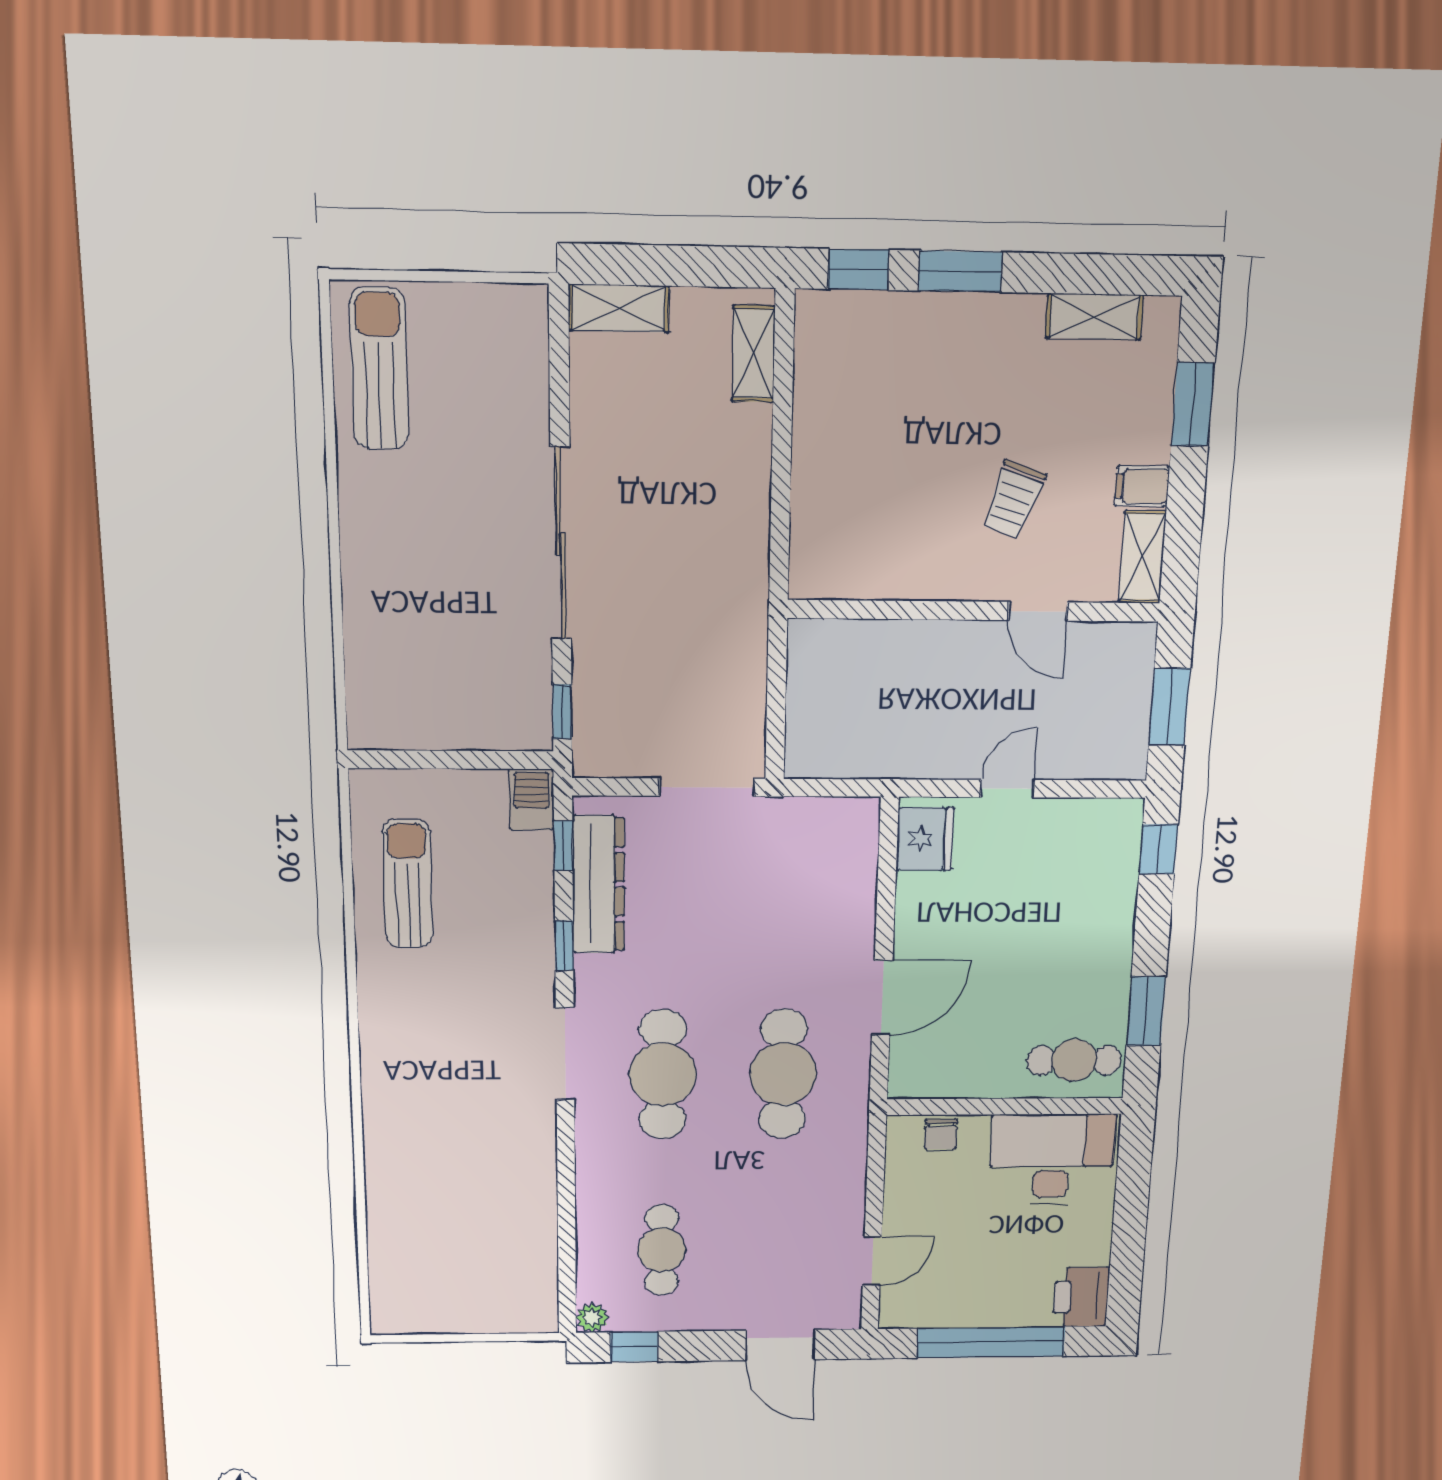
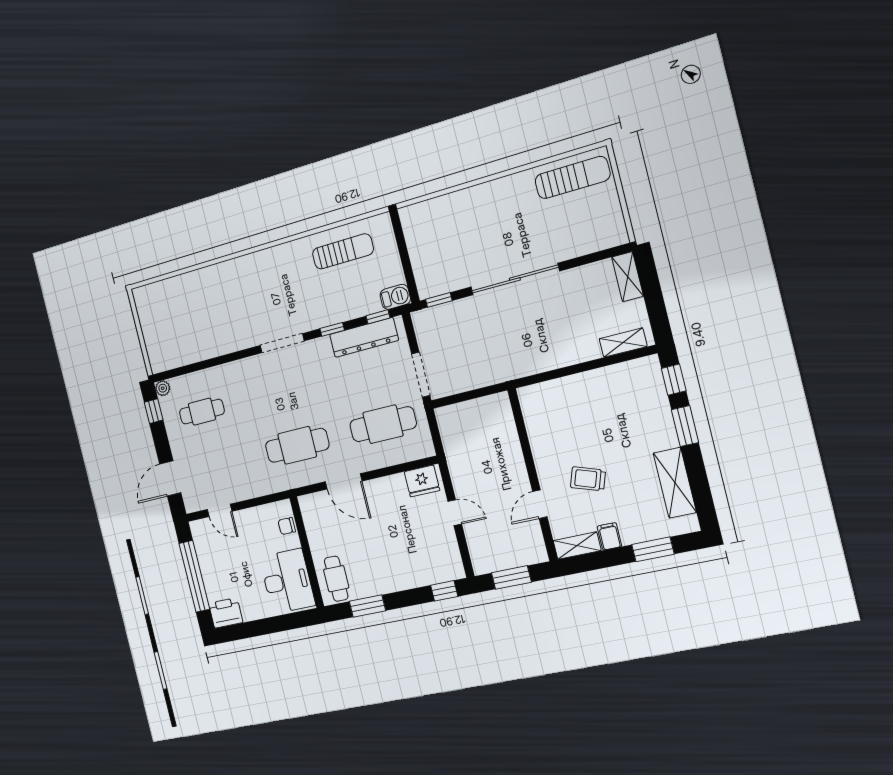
shelving: (1094, 317) -> (675, 483), width x1.50, depth x1.33
cafe table: (663, 1074) -> (383, 424), moved

